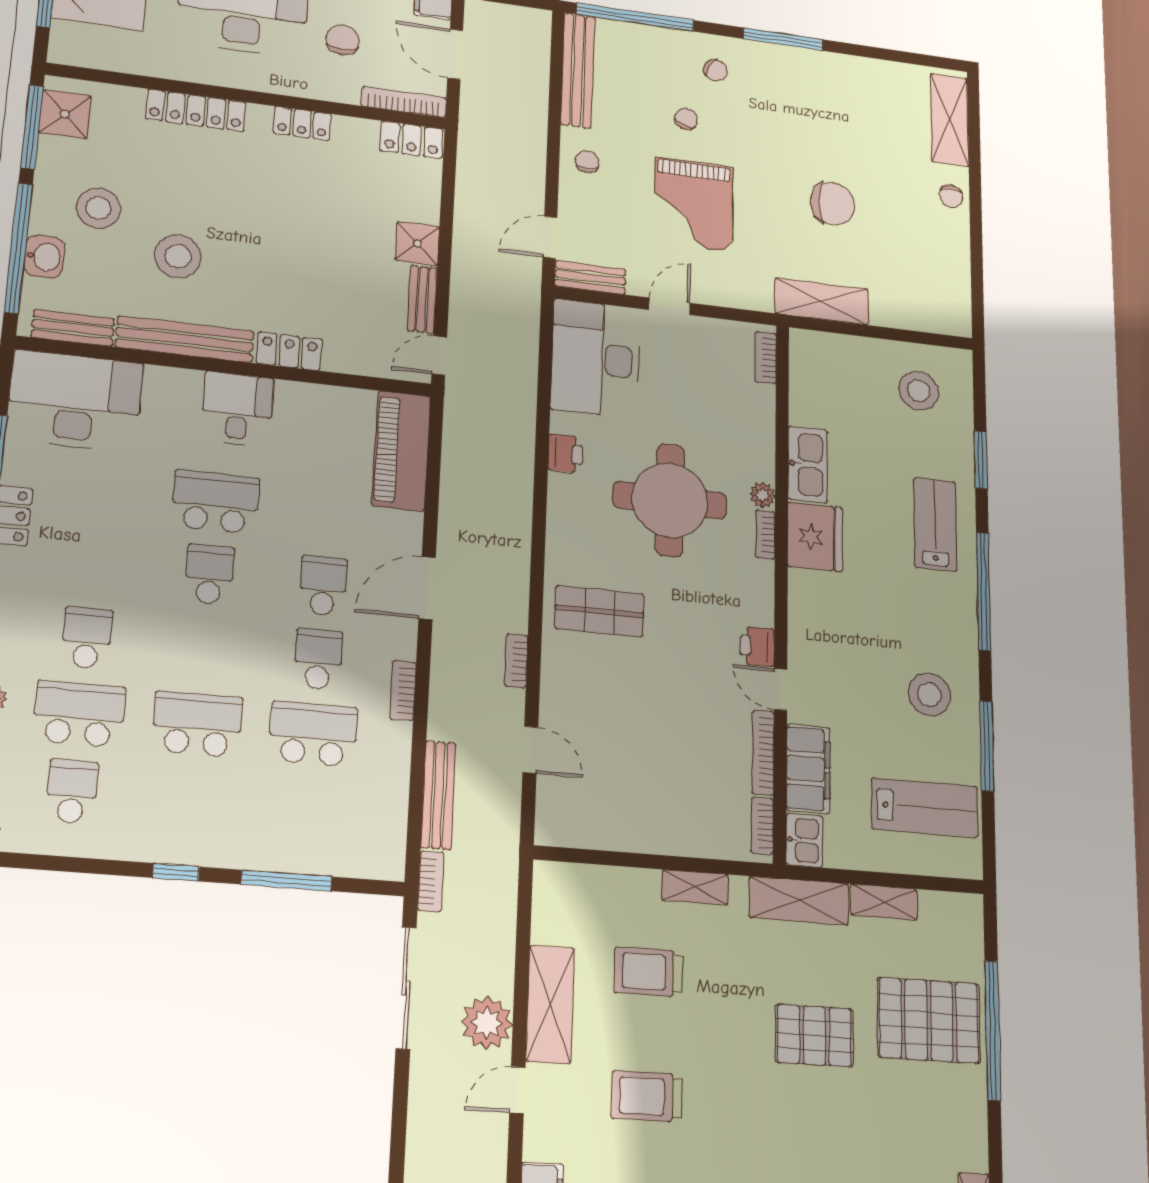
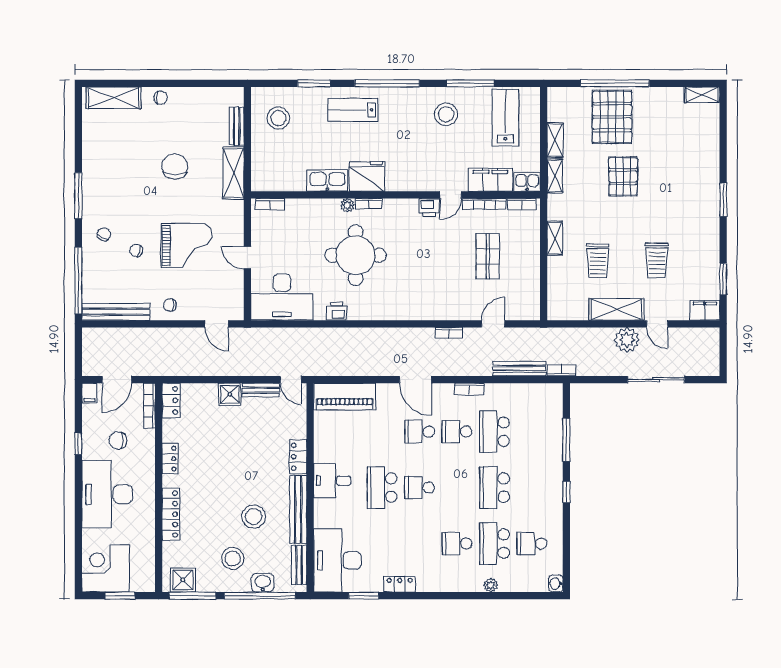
bench: (590, 278) -> (237, 126), moved
shop shelf: (599, 611) -> (488, 256), moved
shelving: (799, 901) -> (555, 176), width x0.67, depth x0.75
sliding door: (406, 988) -> (656, 380), moved

